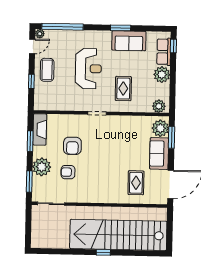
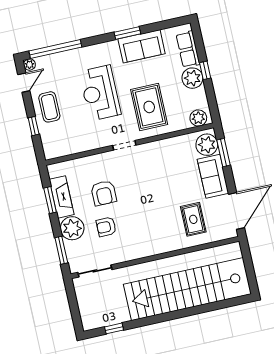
window: (173, 46) -> (205, 70), moved
reception desk: (88, 69) -> (100, 93), turned 180
rug: (123, 89) -> (149, 107), width x1.36, depth x1.43
fireplace: (40, 129) -> (62, 197), moved
window: (103, 252) -> (114, 328), moved

